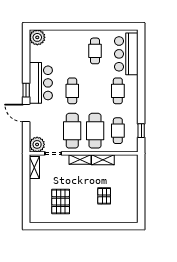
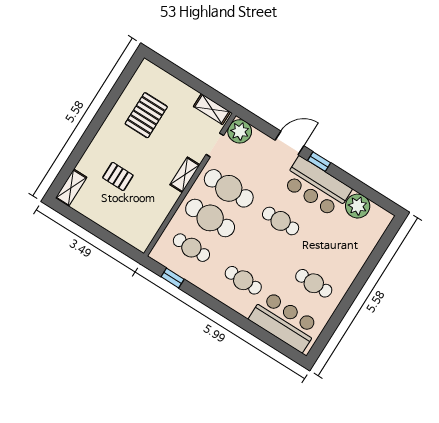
plant: (37, 37) -> (358, 206), moved
shelving: (103, 160) -> (71, 188), moved
pallet: (61, 202) -> (146, 115), turned 90

